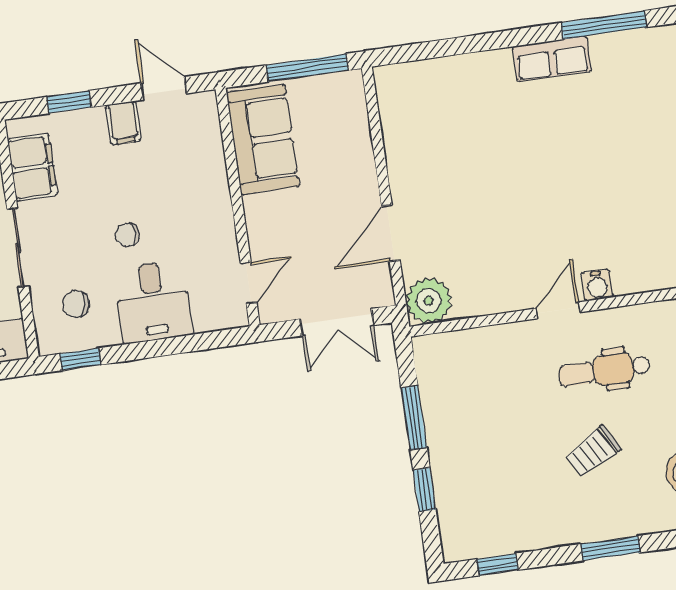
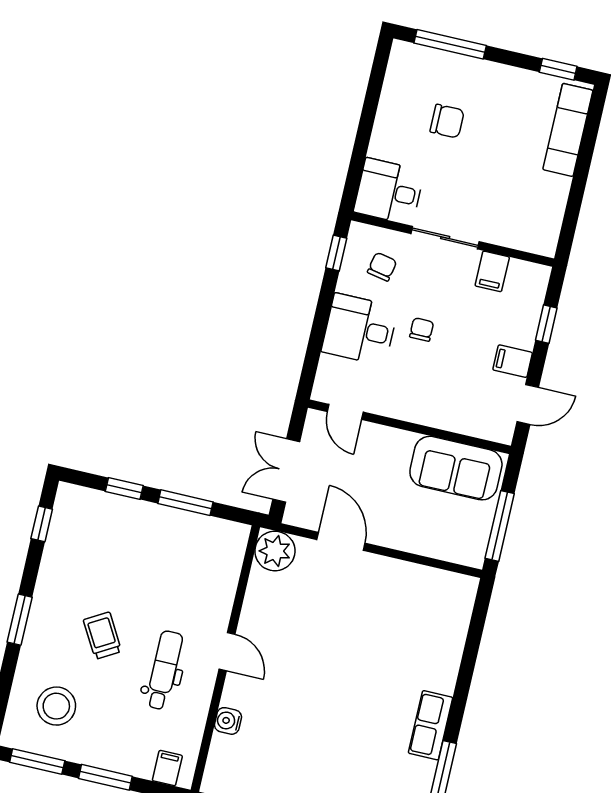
filing cabinet: (32, 167) -> (492, 271), width x0.50
water cooler: (597, 285) -> (228, 721), moved

